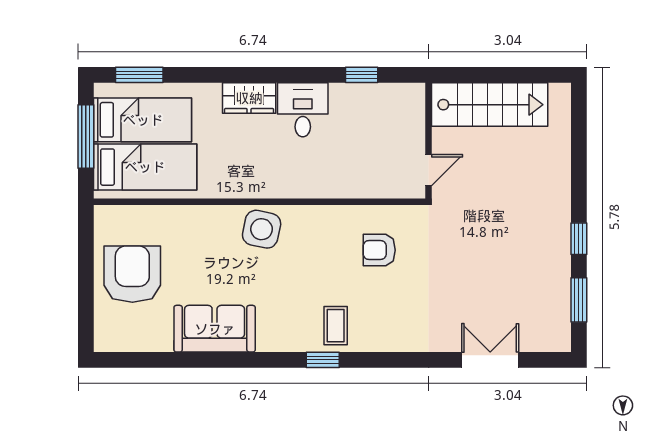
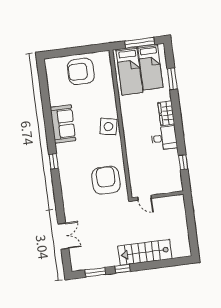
window: (139, 75) -> (172, 79), moved
stairs: (490, 105) -> (145, 252), moved, turned 90
armchair: (379, 250) -> (106, 180), width x1.88, depth x1.88
armchair: (132, 274) -> (81, 71), turned 180
coffee table: (336, 326) -> (70, 165), removed
sofa: (215, 329) -> (63, 124), moved

